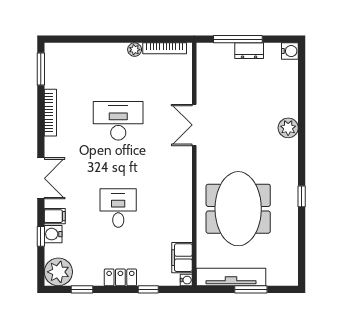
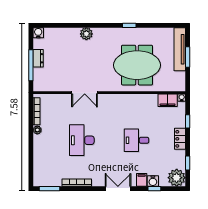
tv unit: (231, 277) -> (180, 49), moved

